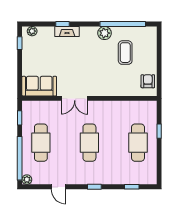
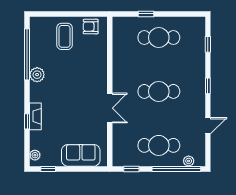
coffee table: (125, 53) -> (65, 36), moved, turned 90
sofa: (39, 86) -> (81, 155), moved, turned 90
plant: (27, 180) -> (189, 161), moved

